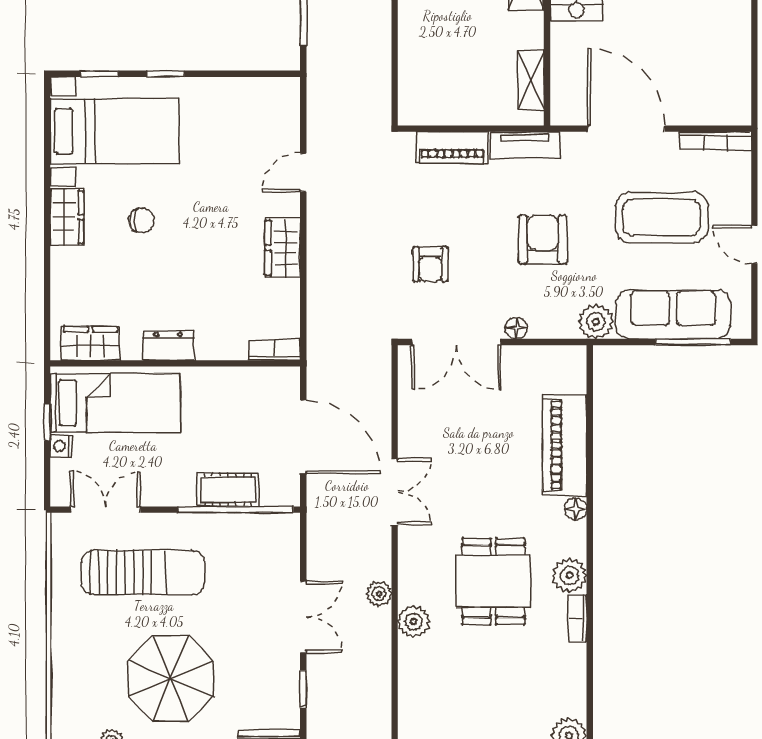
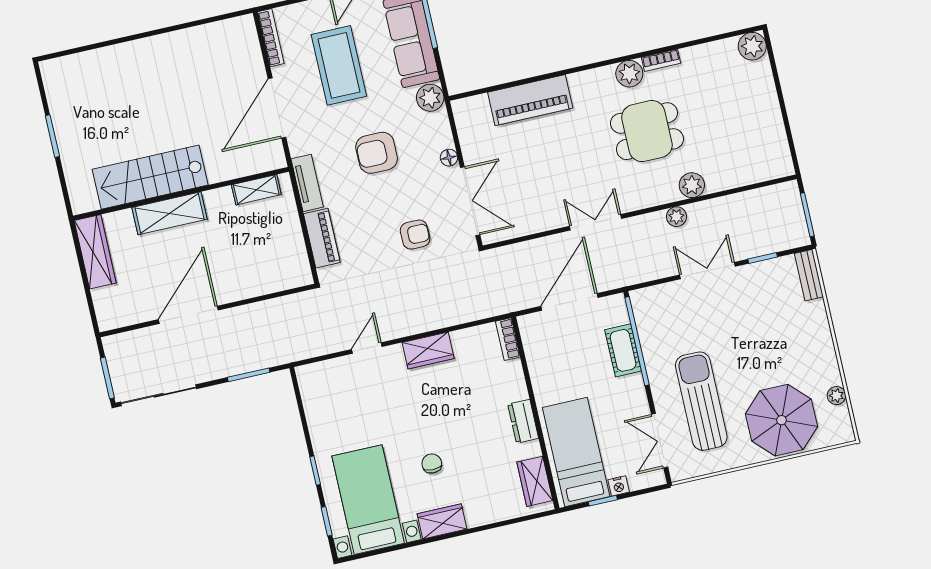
door: (303, 172) -> (367, 348), swing flipped
floor lamp: (576, 509) -> (577, 81), removed
parasol: (171, 679) -> (781, 420), moved

